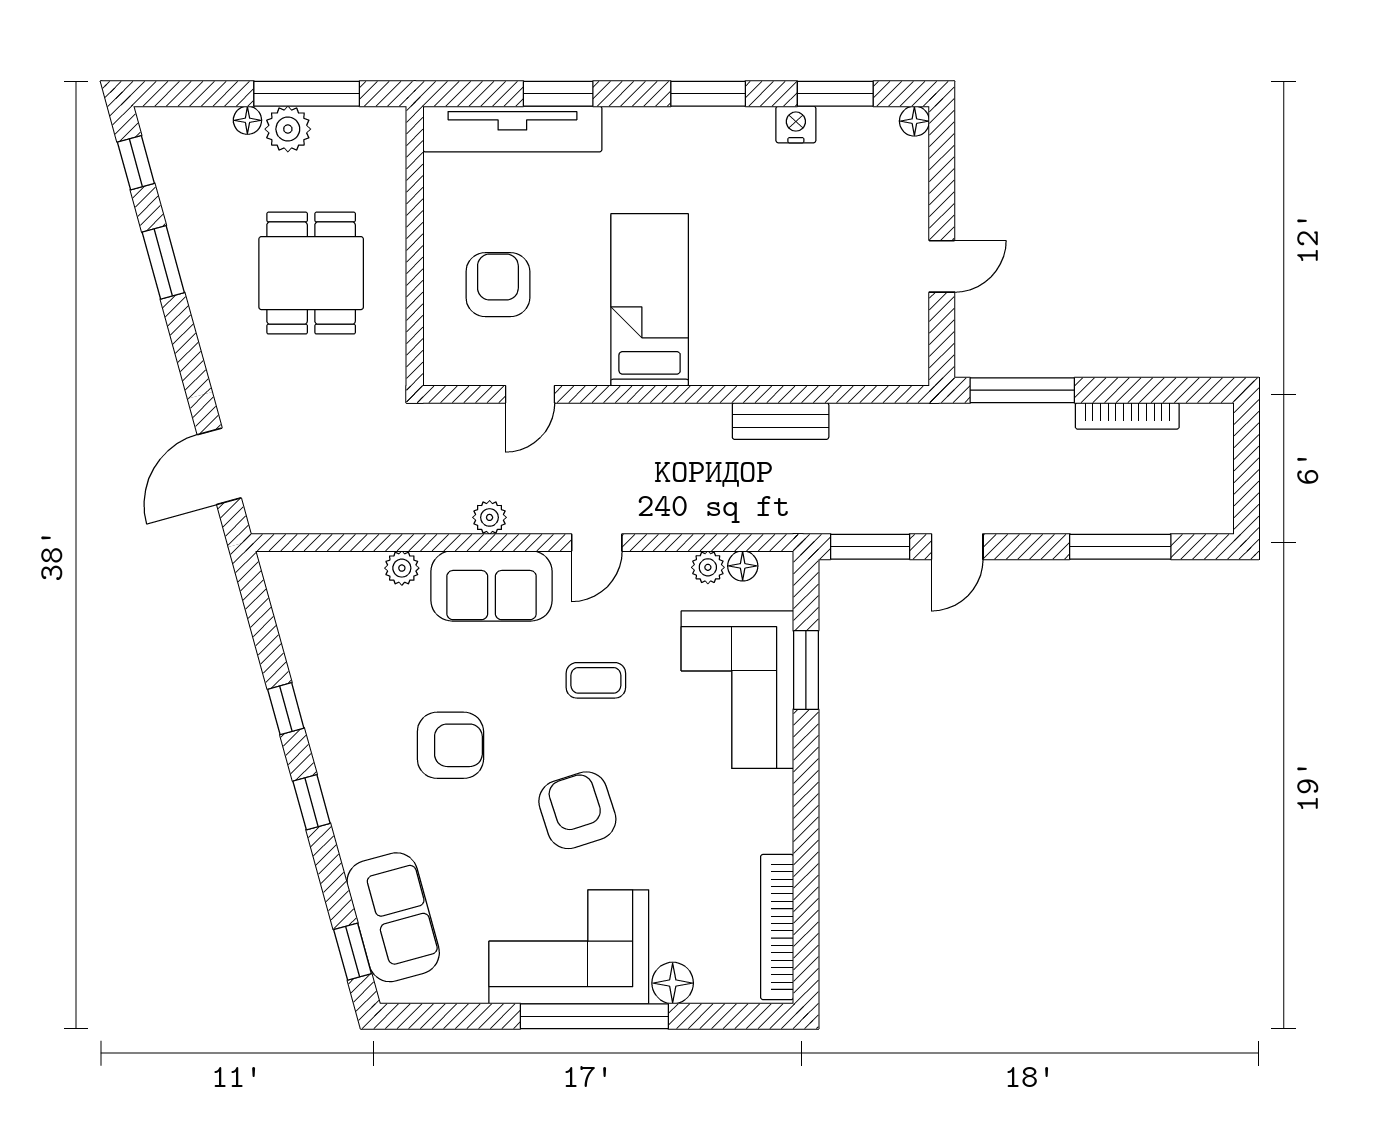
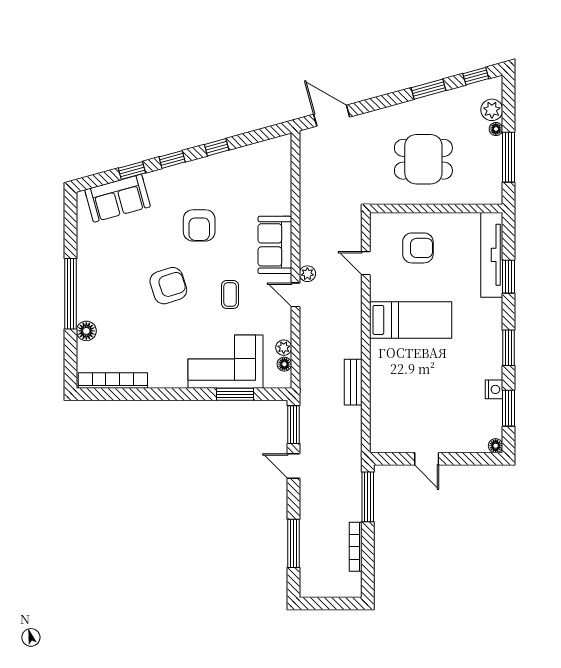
plant: (288, 129) -> (492, 110), moved
plant: (490, 517) -> (307, 274), moved
plant: (402, 568) -> (283, 202), removed
corner sofa: (569, 947) -> (103, 282), removed
window: (353, 952) -> (132, 170), moved

